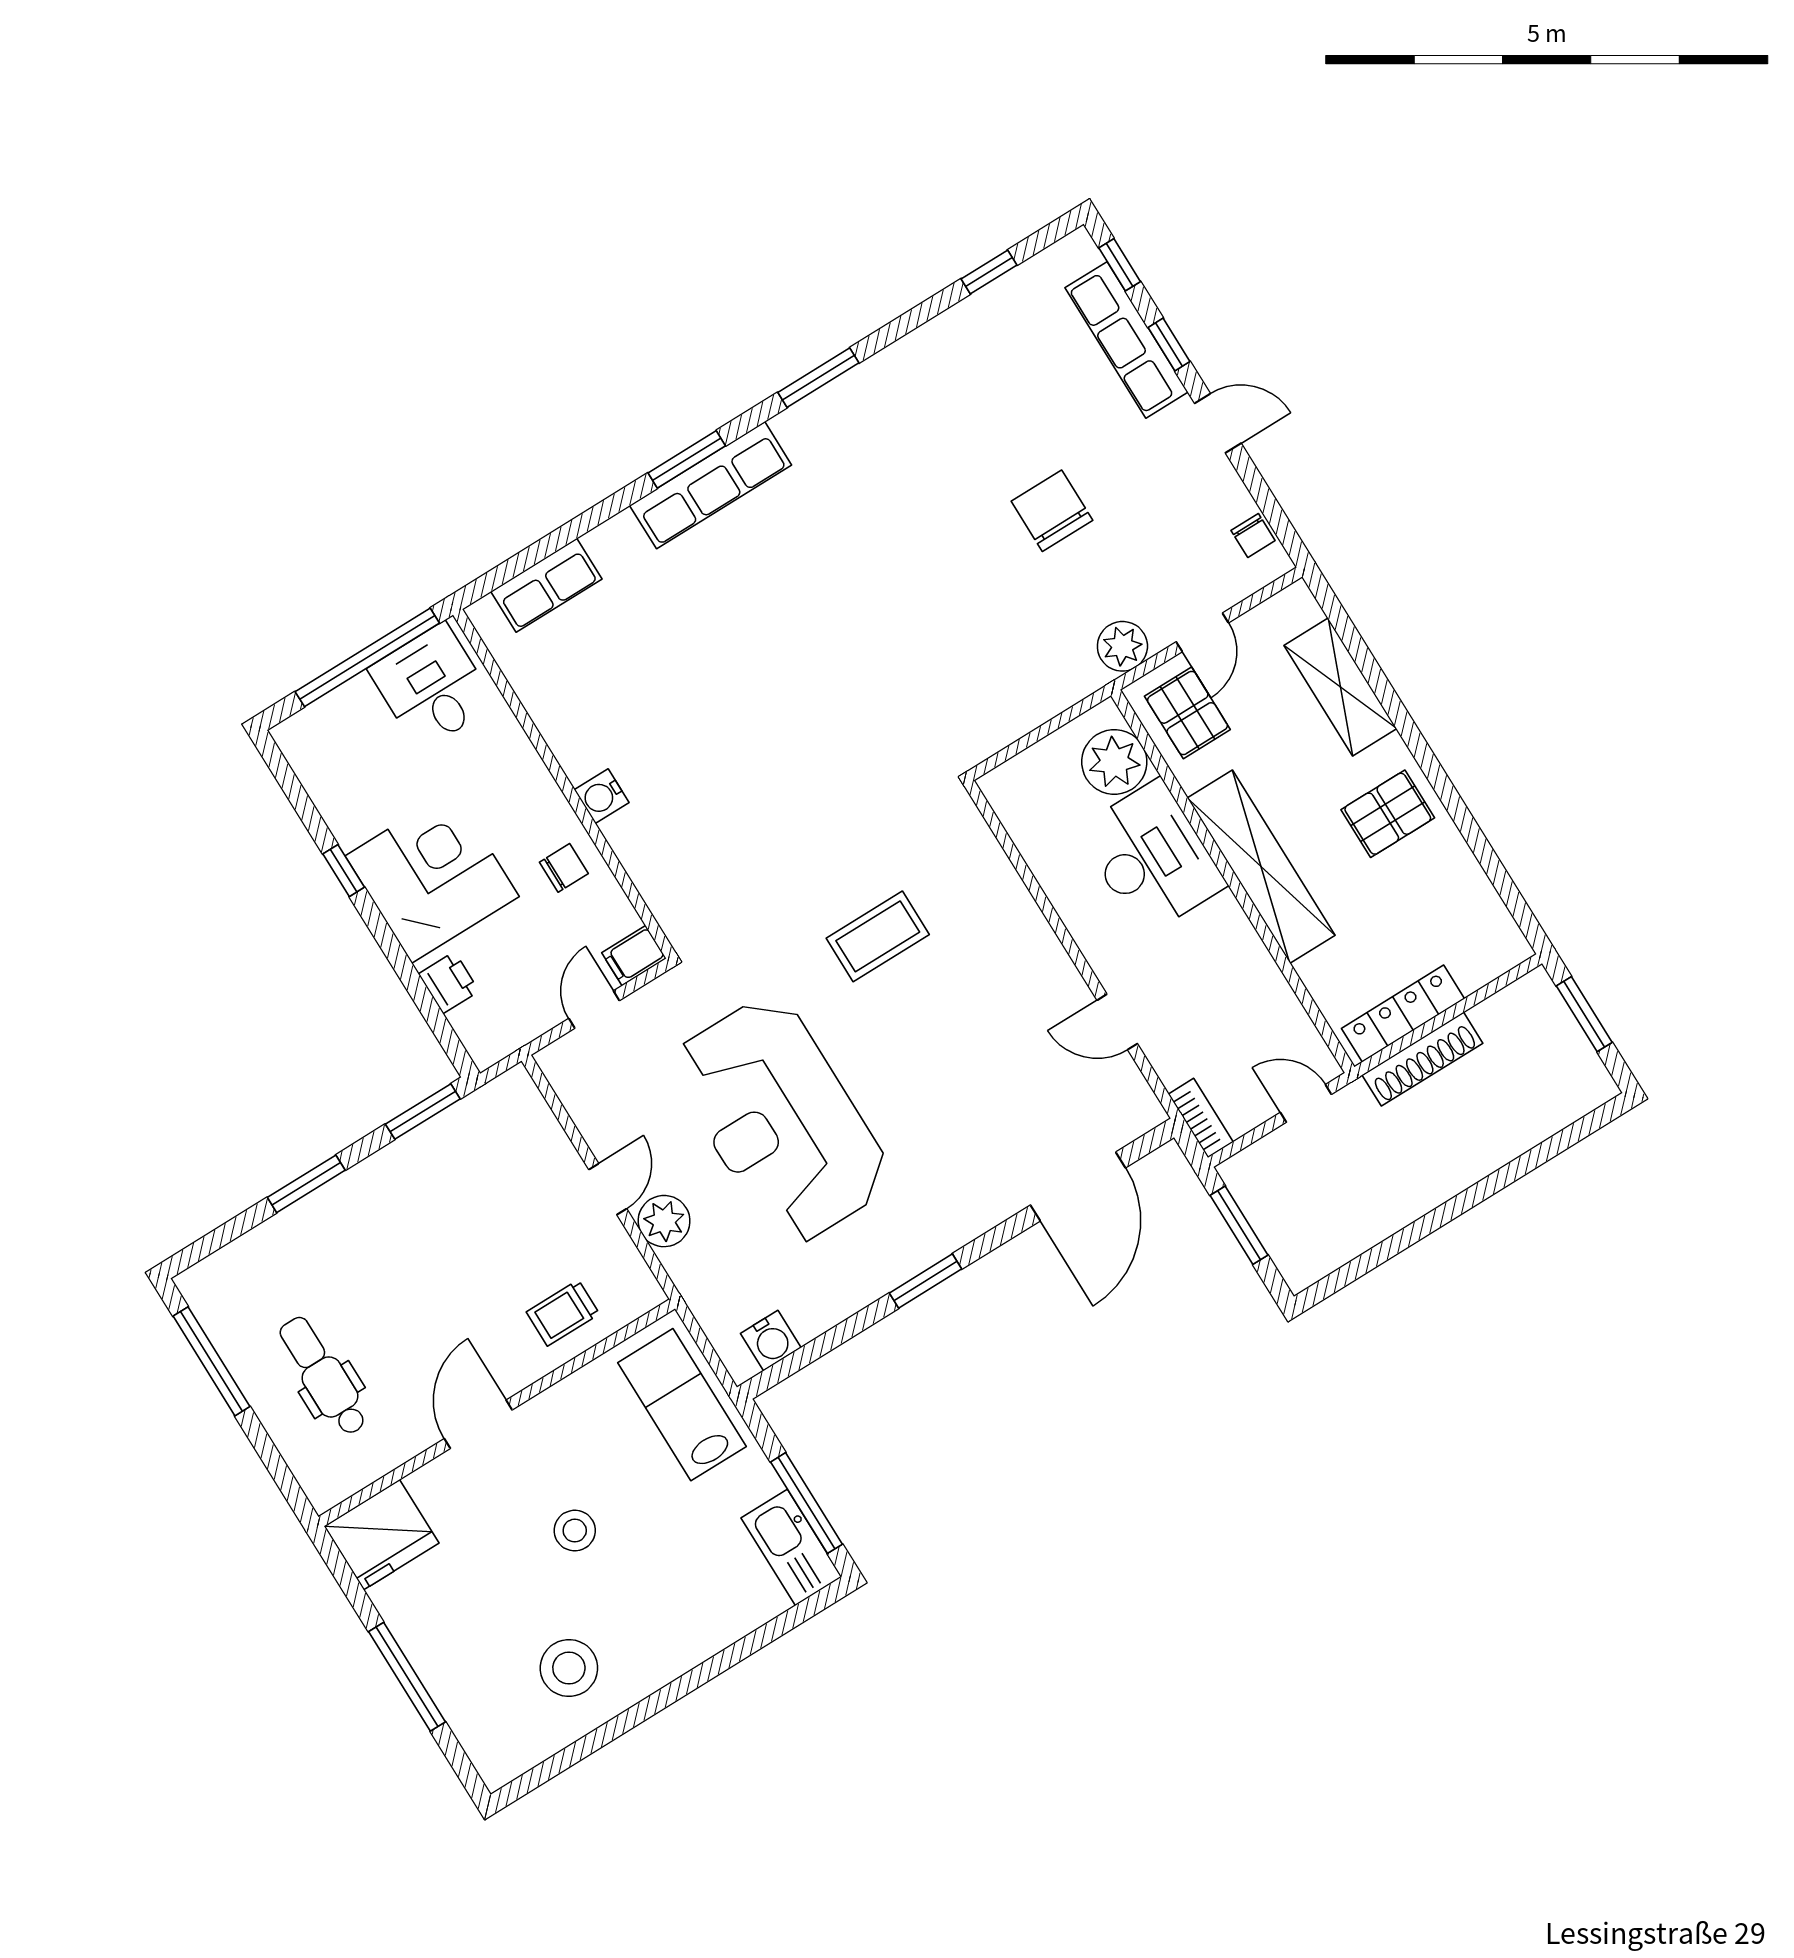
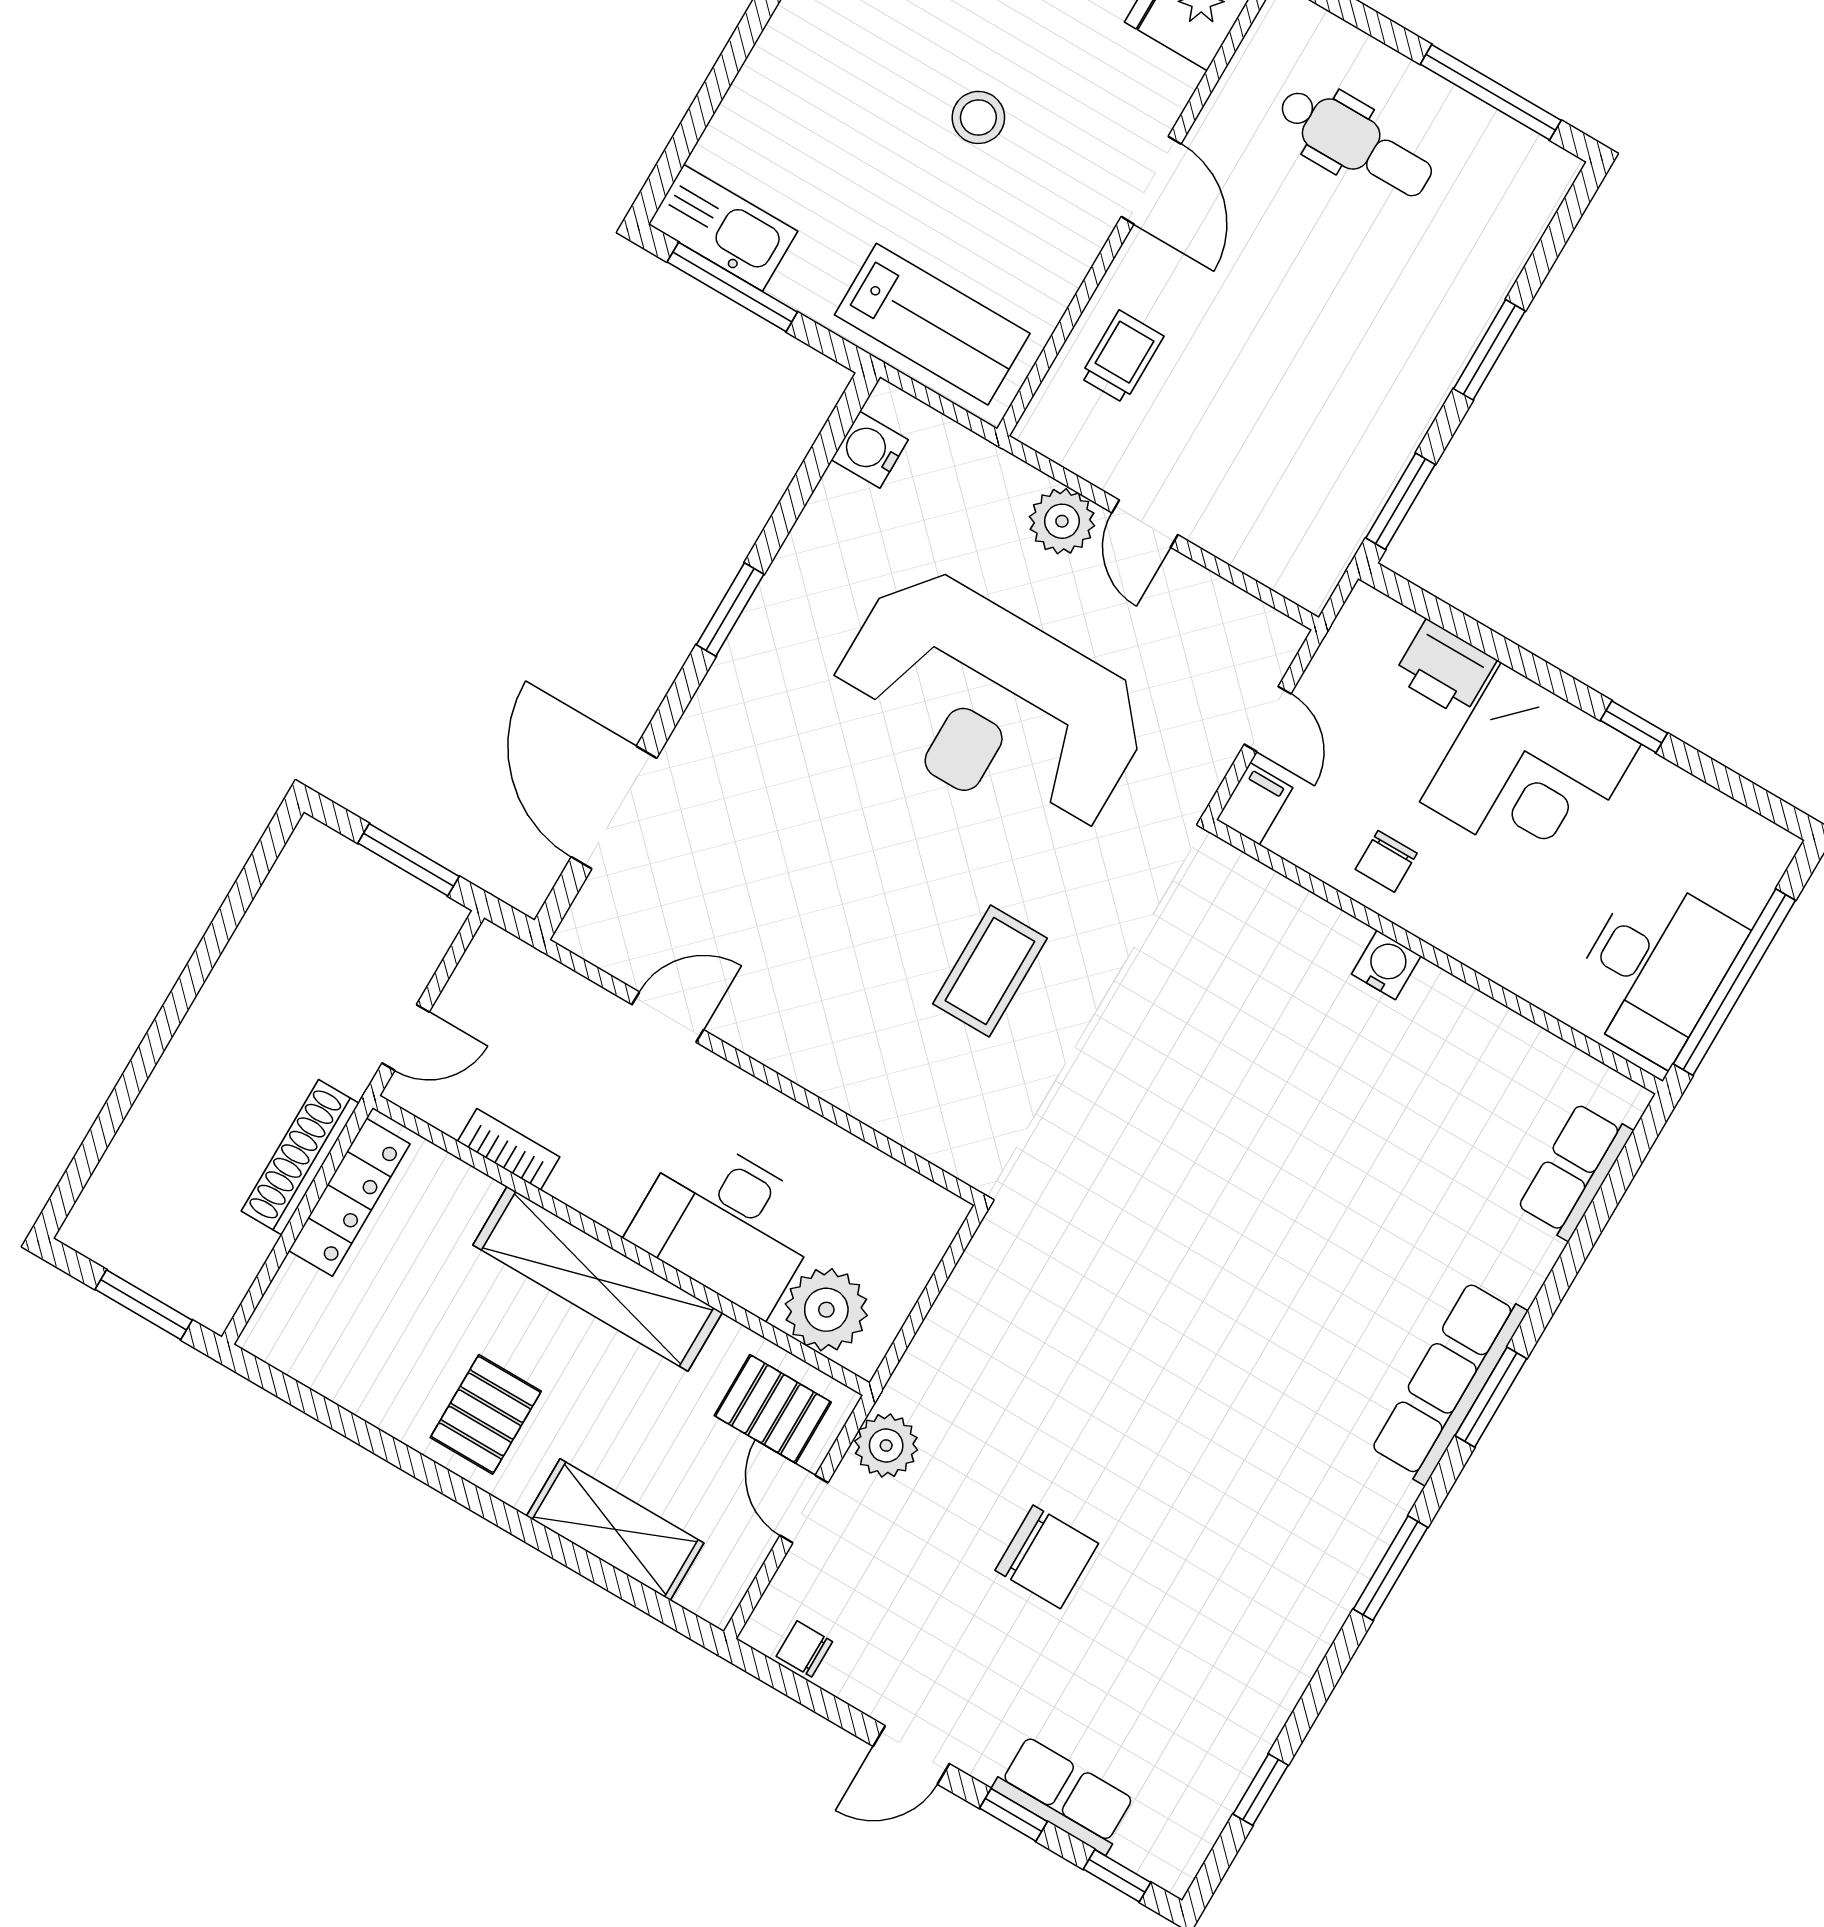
row of seats: (1127, 340) -> (1064, 1795), width x0.68
desk: (432, 687) -> (1655, 969), width x1.37
printer: (449, 983) -> (1445, 668), width x1.36, depth x1.24
bookcase: (1201, 1118) -> (509, 1149), moved, turned 180
reception desk: (781, 1121) -> (990, 705), turned 180

